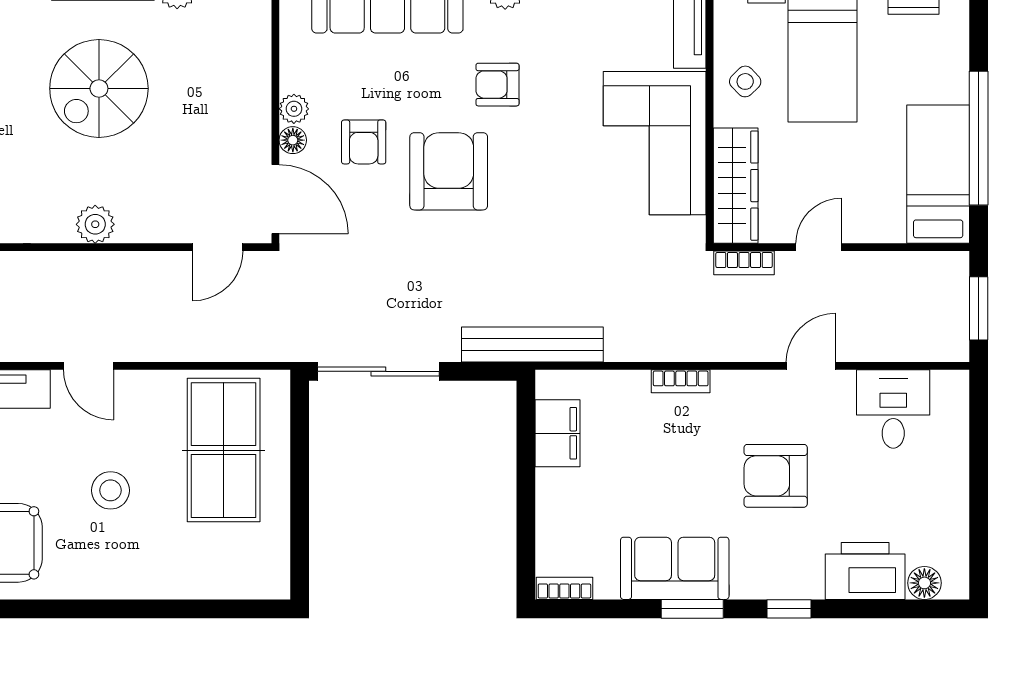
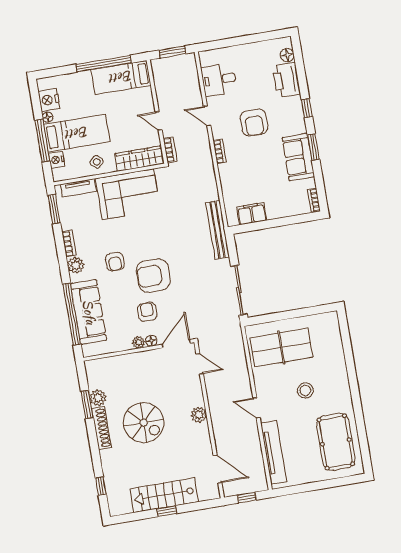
armchair: (364, 142) -> (147, 312), turned -90
door: (88, 366) -> (257, 408), swing flipped
bookcase: (681, 381) -> (219, 151), moved

